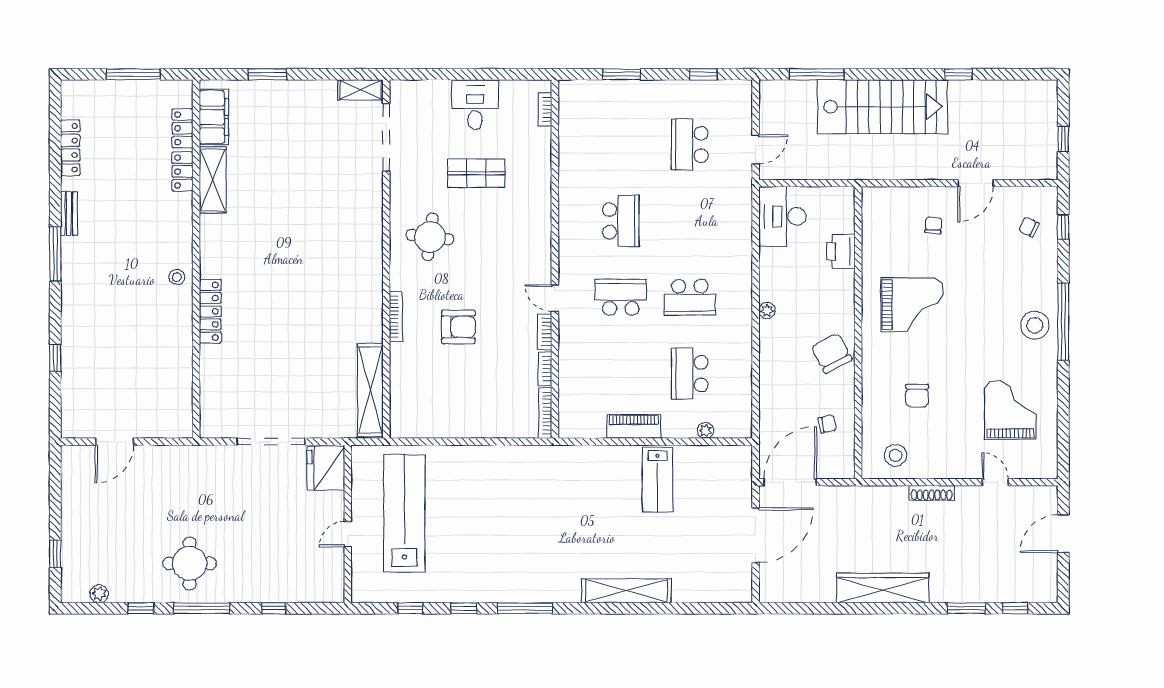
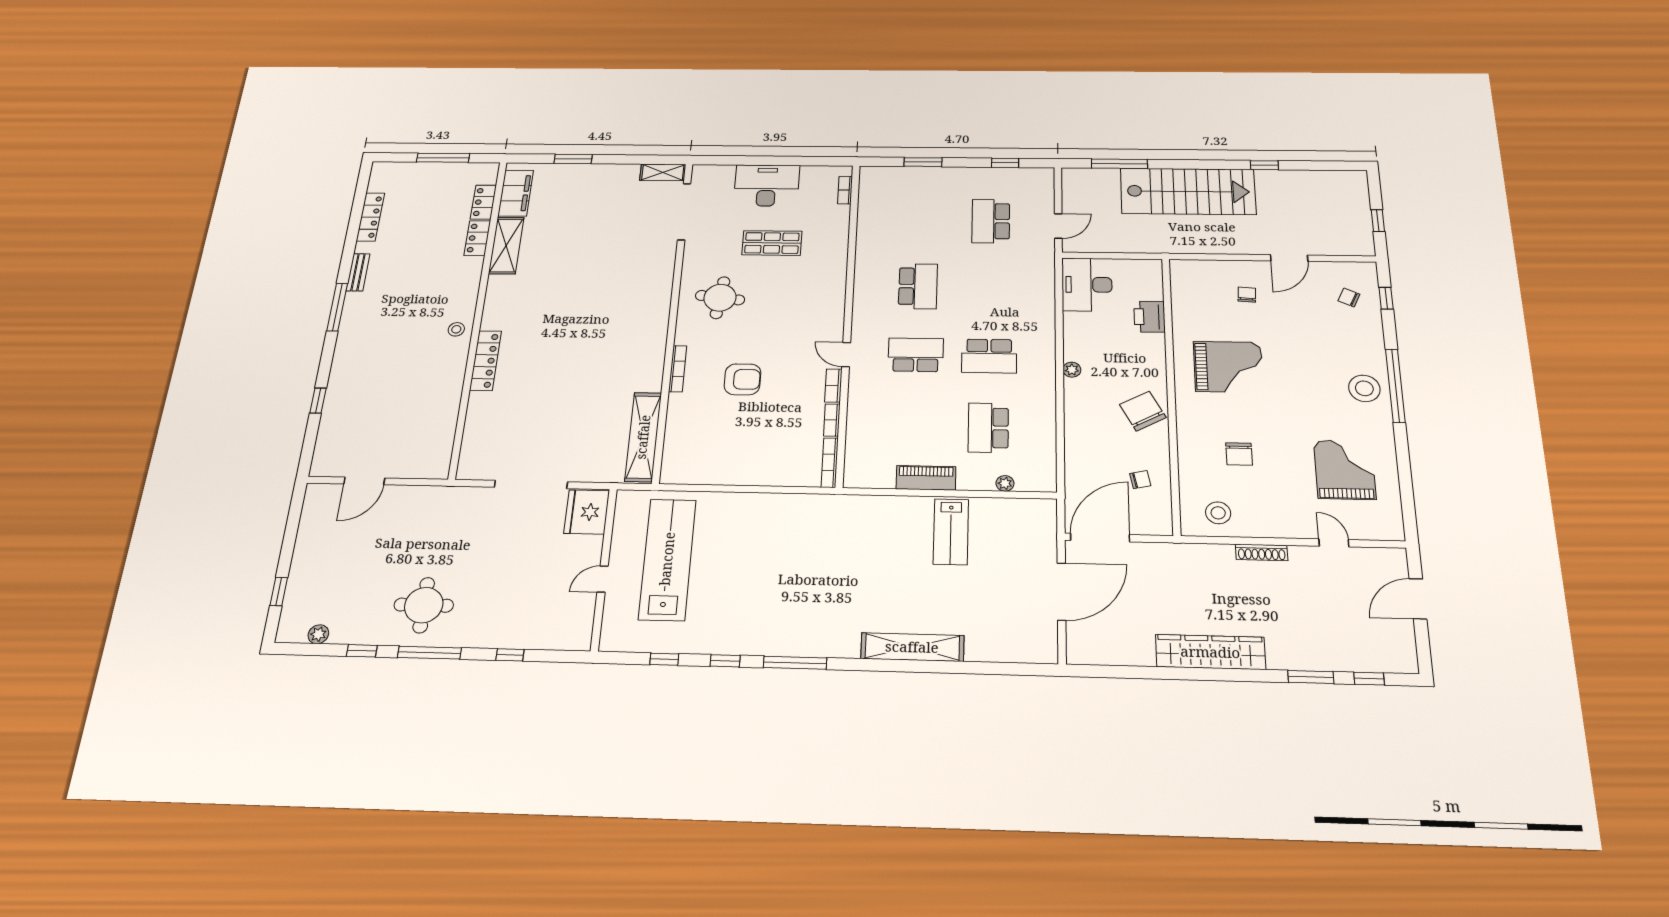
desk: (475, 105) -> (767, 185), width x1.37

